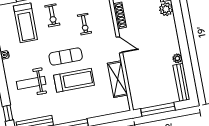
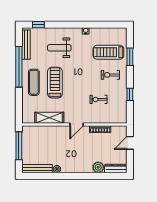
exercise mat: (66, 57) -> (34, 82), moved
treadmill: (74, 80) -> (55, 83), turned 180
weight bench: (31, 83) -> (59, 48), turned -90

